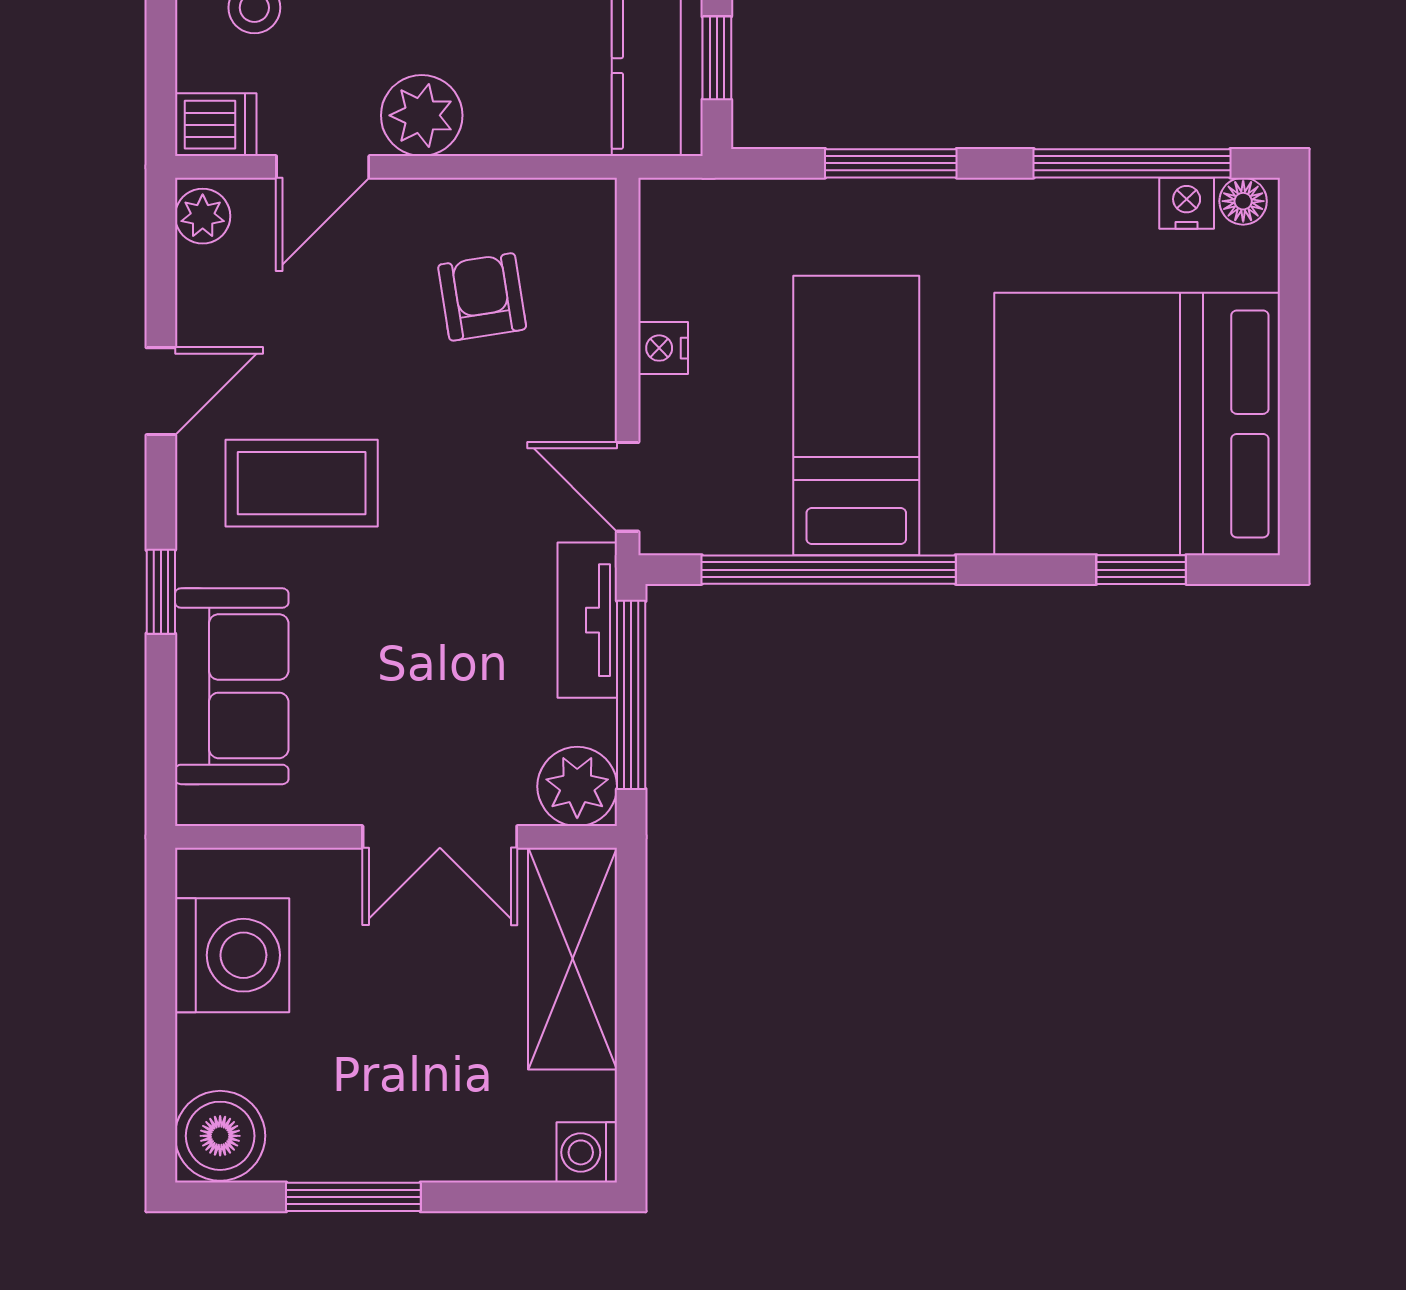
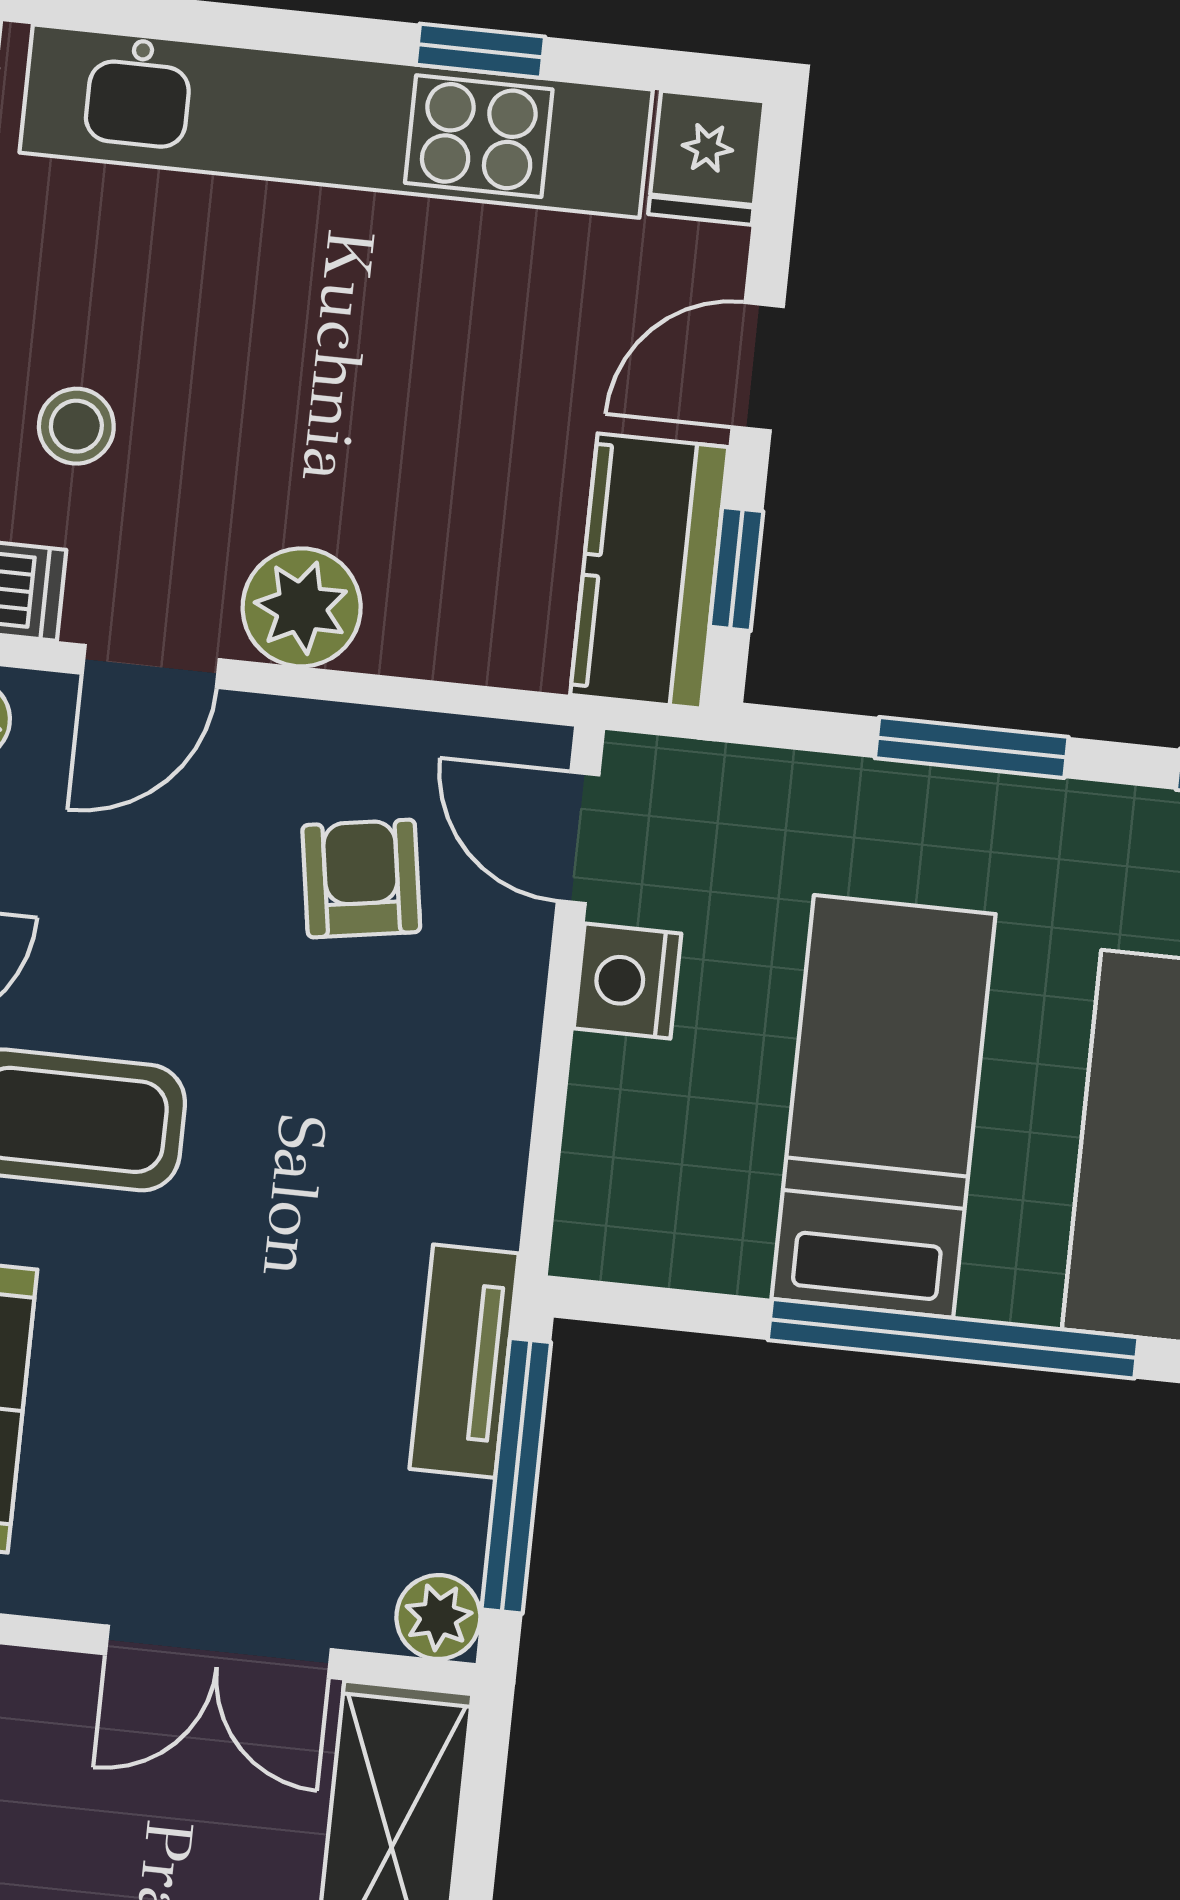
nightstand: (663, 348) -> (627, 981), width x1.39, depth x1.35
door: (628, 487) -> (578, 838), moved
window: (829, 570) -> (953, 1339), moved
plant: (577, 786) -> (438, 1617), width x0.73, depth x0.73

